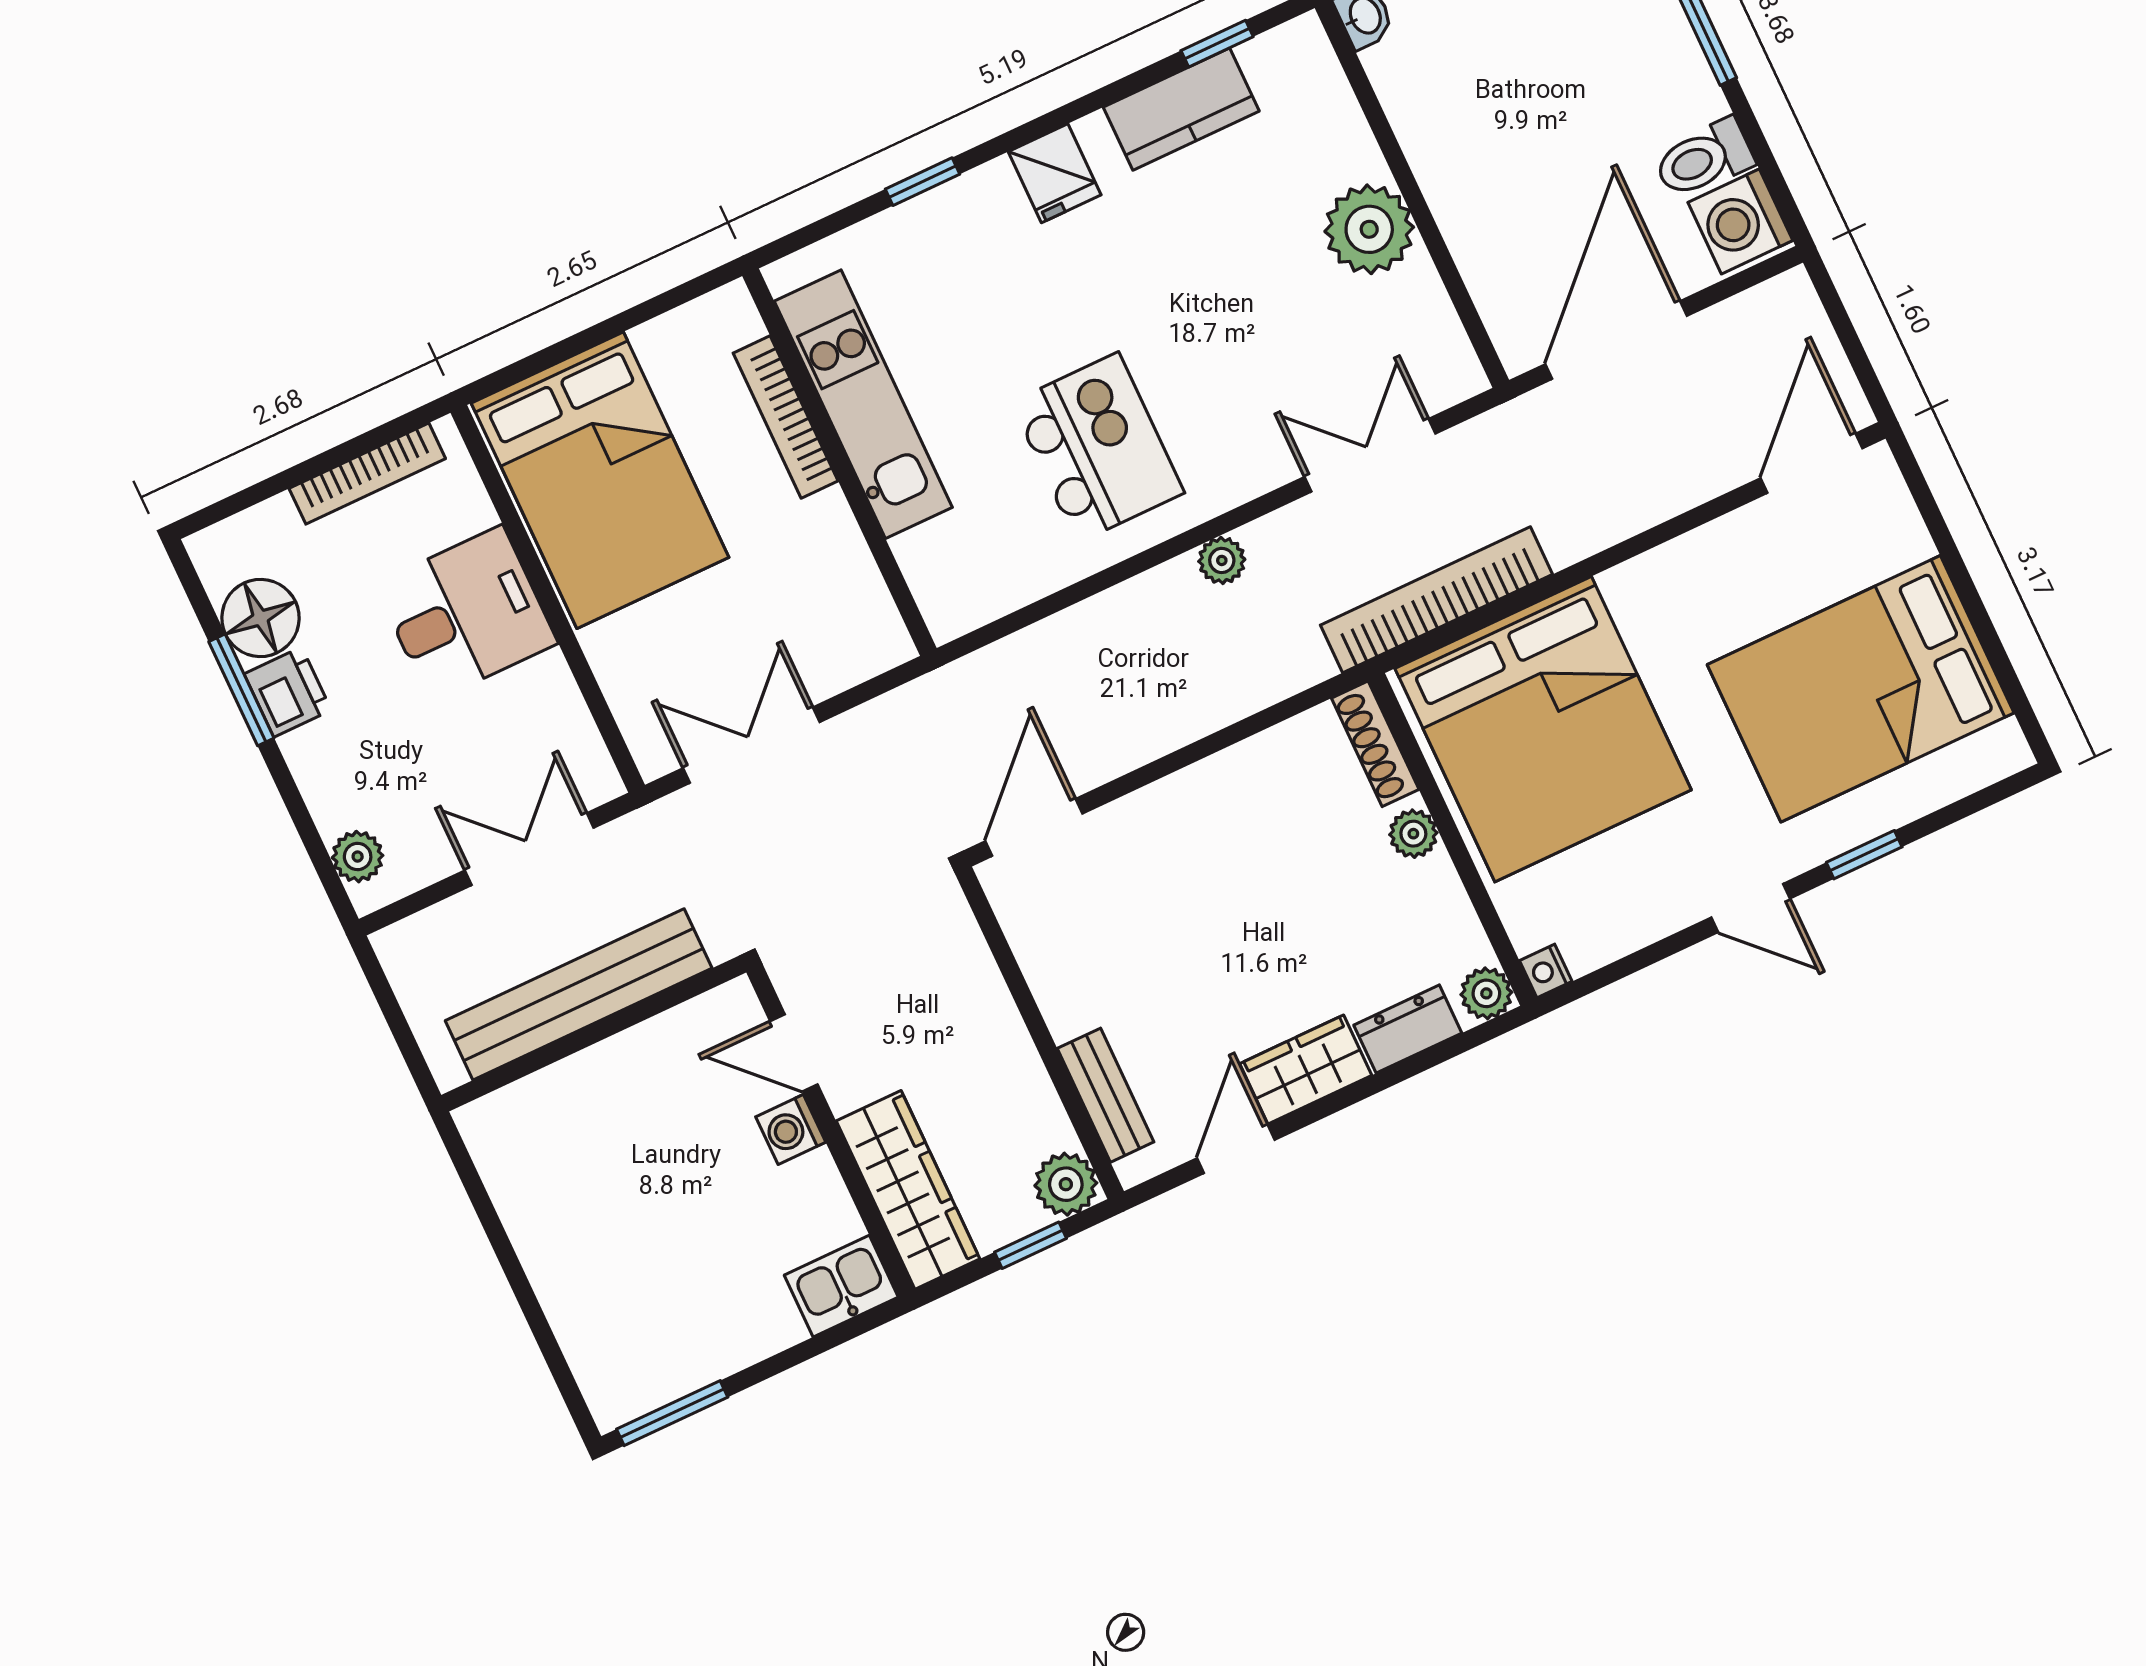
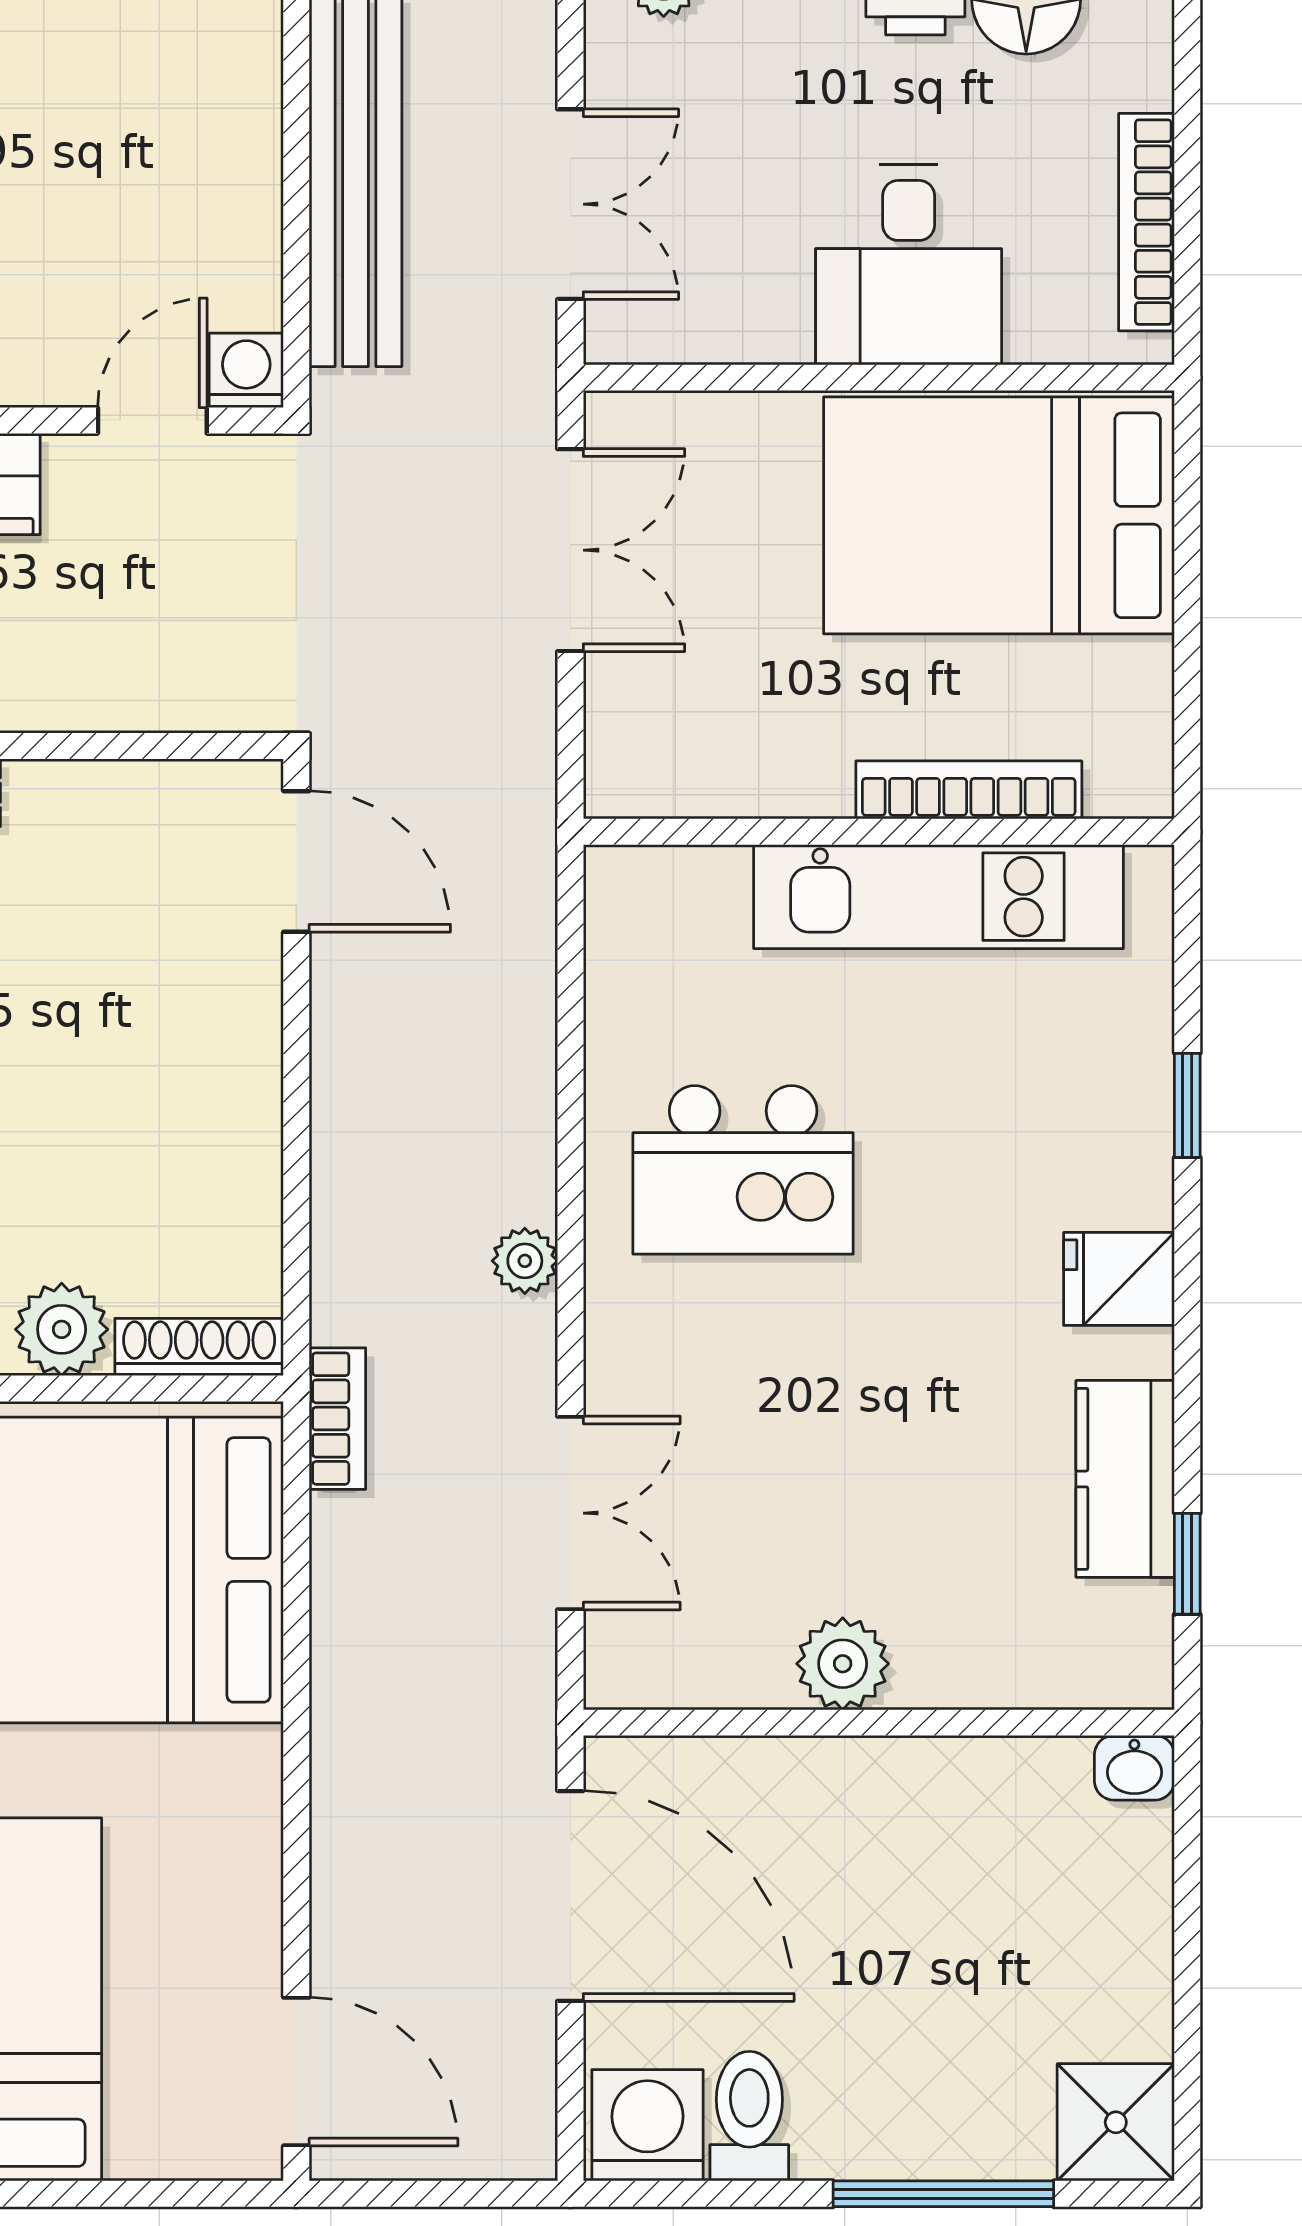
plant: (1369, 229) -> (843, 1664), width x0.73, depth x0.73
bookcase: (1437, 600) -> (337, 1419), width x0.43, depth x0.76
plant: (1413, 834) -> (62, 1329), width x1.38, depth x1.38
washing machine: (791, 1129) -> (246, 370), moved

